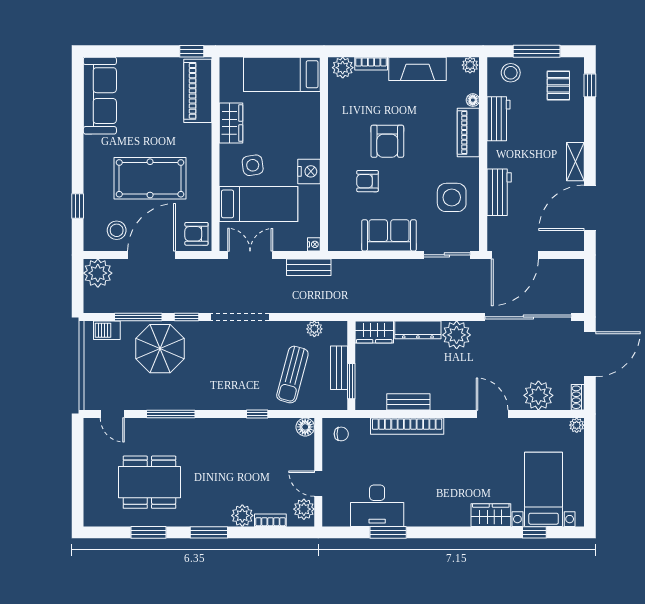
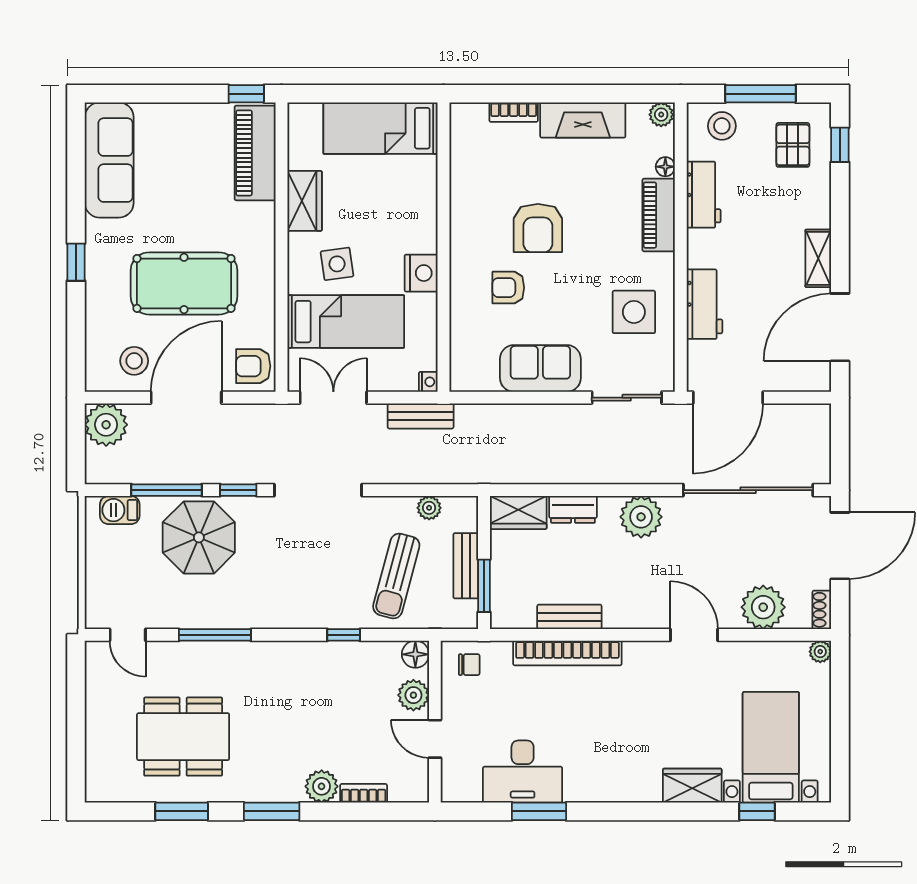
plant: (343, 68) -> (471, 118), removed
window: (78, 206) -> (76, 262), moved
dresser: (418, 330) -> (573, 509), width x0.70
plant: (304, 509) -> (413, 695), moved

